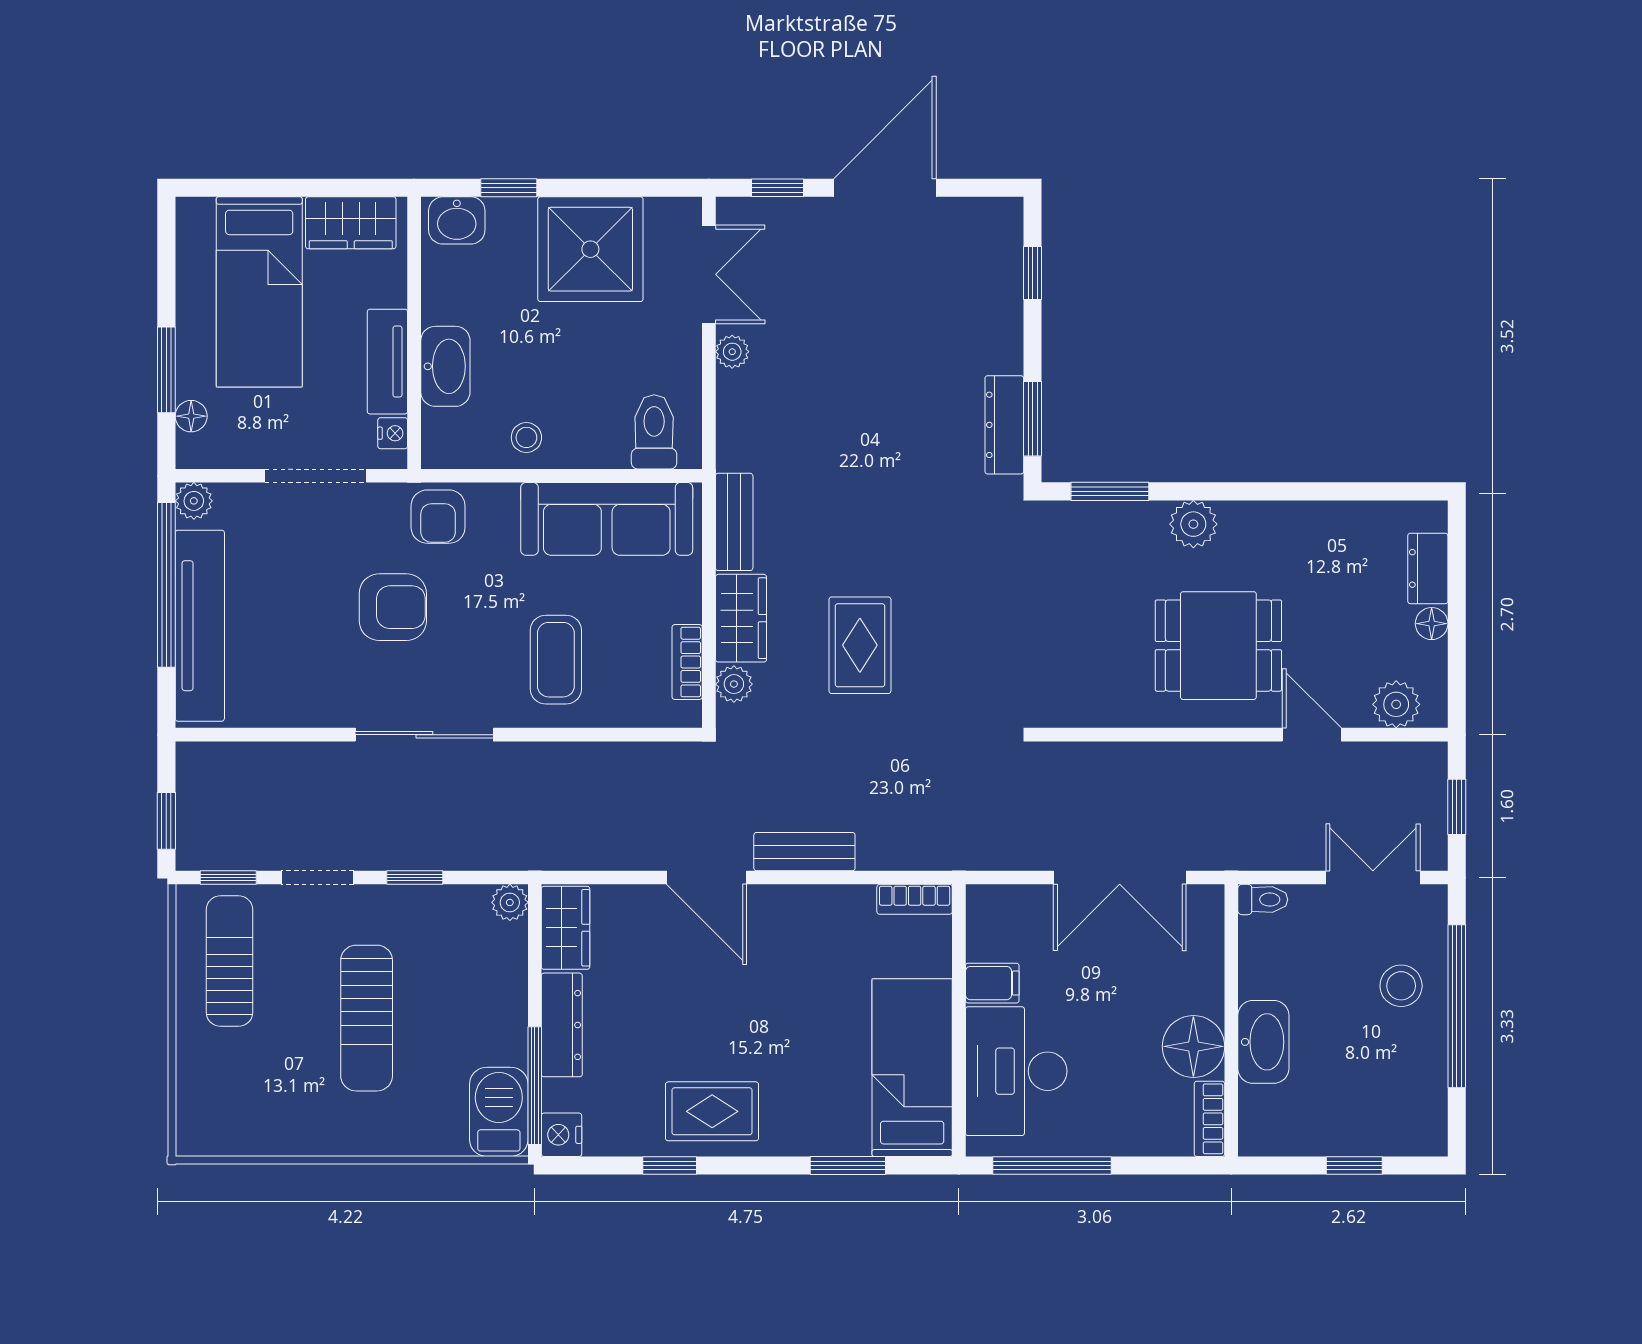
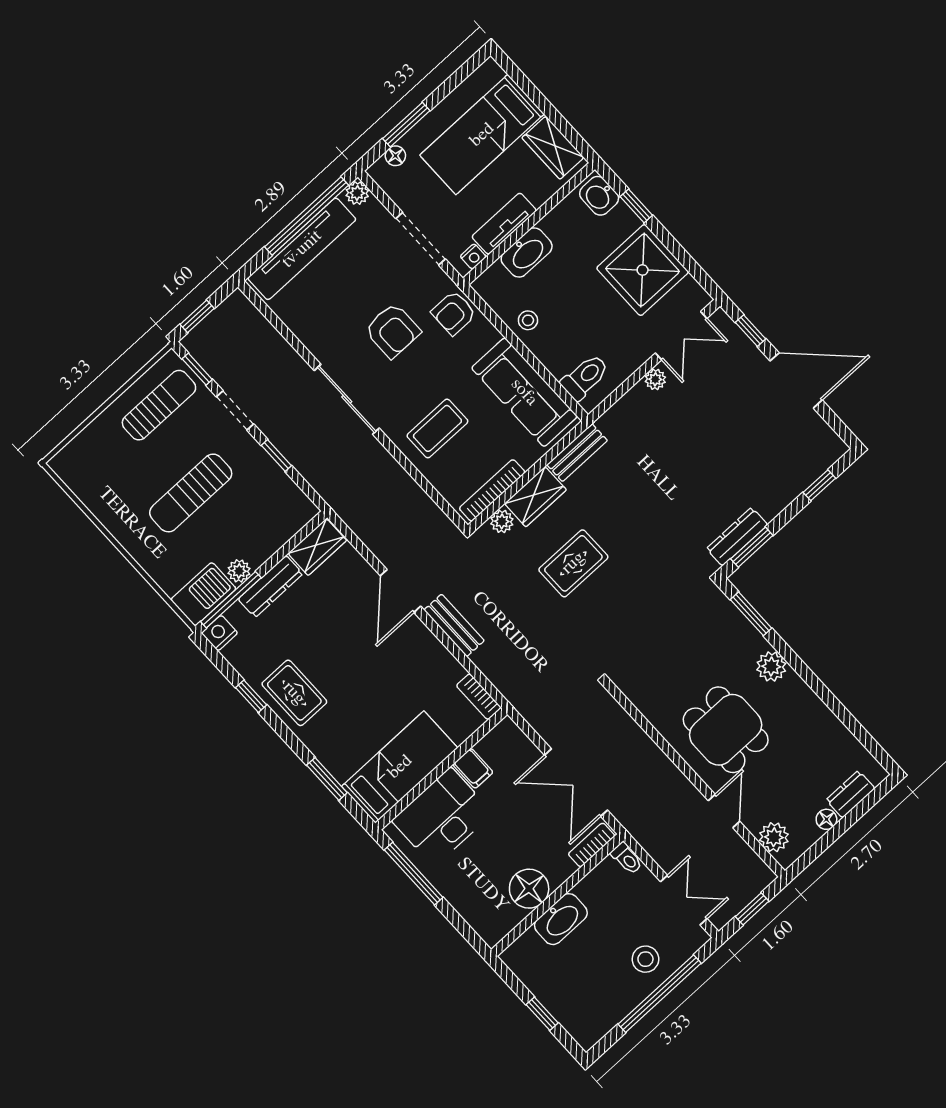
bookcase: (687, 662) -> (492, 490), width x1.56
plant: (510, 902) -> (239, 571), moved
bookcase: (1209, 1119) -> (592, 845), moved

